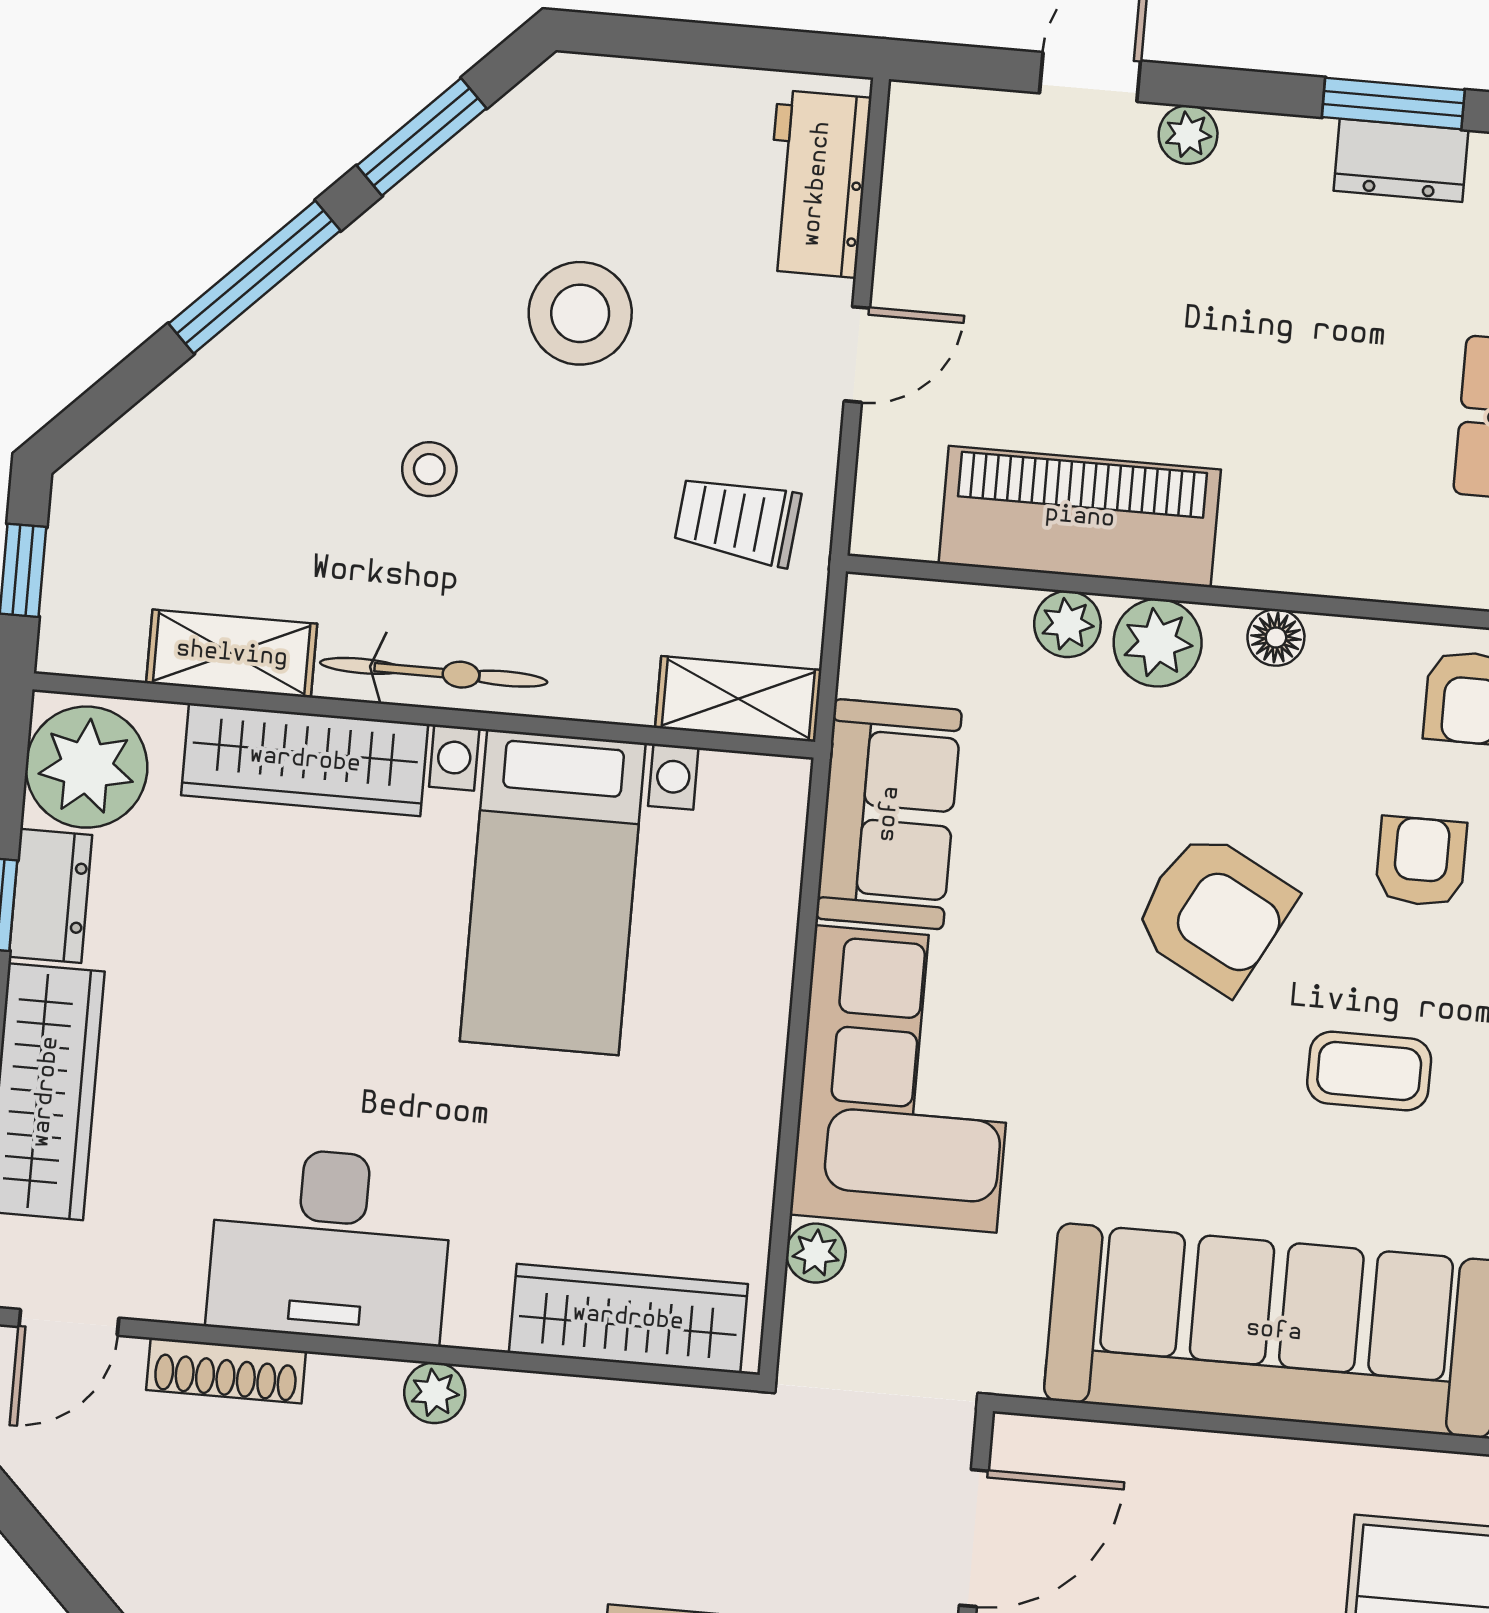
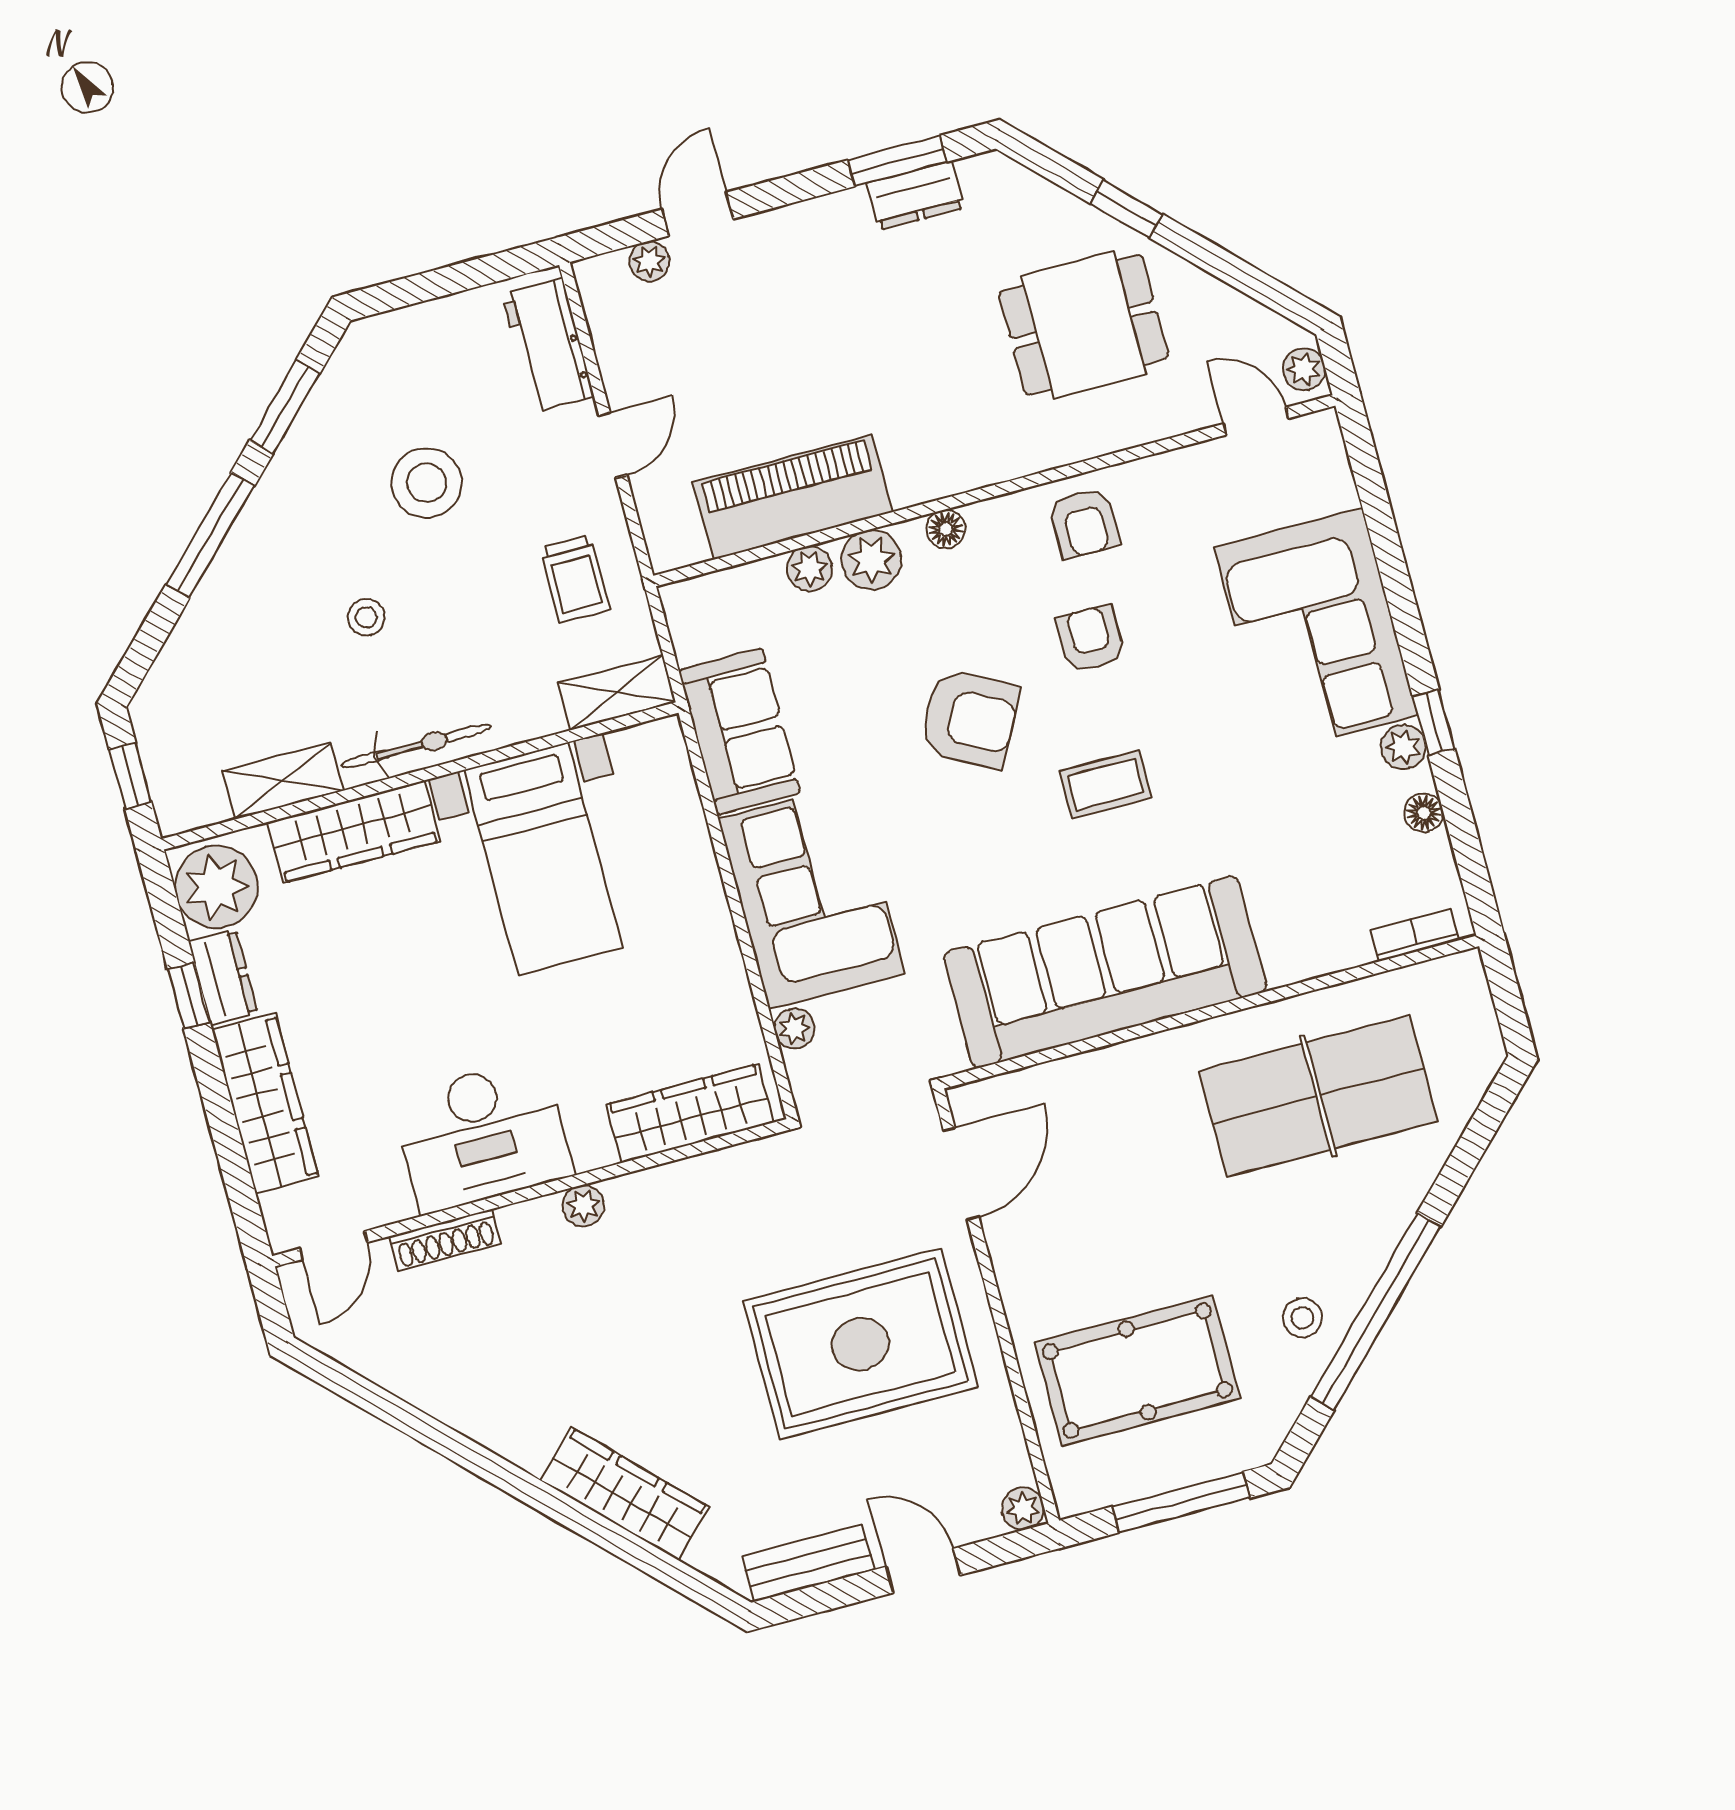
plant: (1188, 135) -> (649, 261), moved
trolley: (738, 520) -> (575, 579), turned -96

